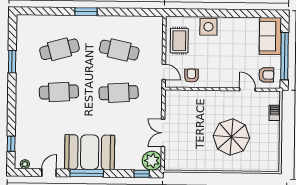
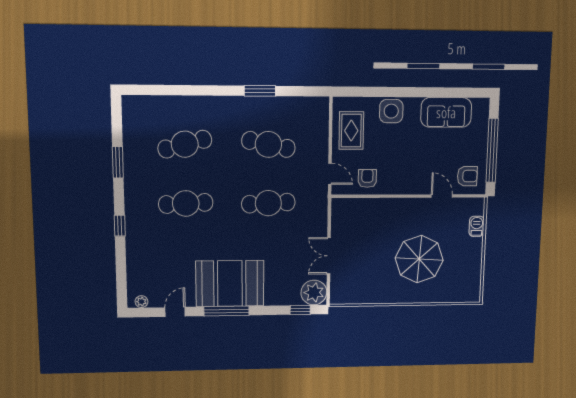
window: (86, 12) -> (260, 91), moved
sofa: (270, 36) -> (446, 112), moved, turned -90
window: (11, 144) -> (120, 226), moved

